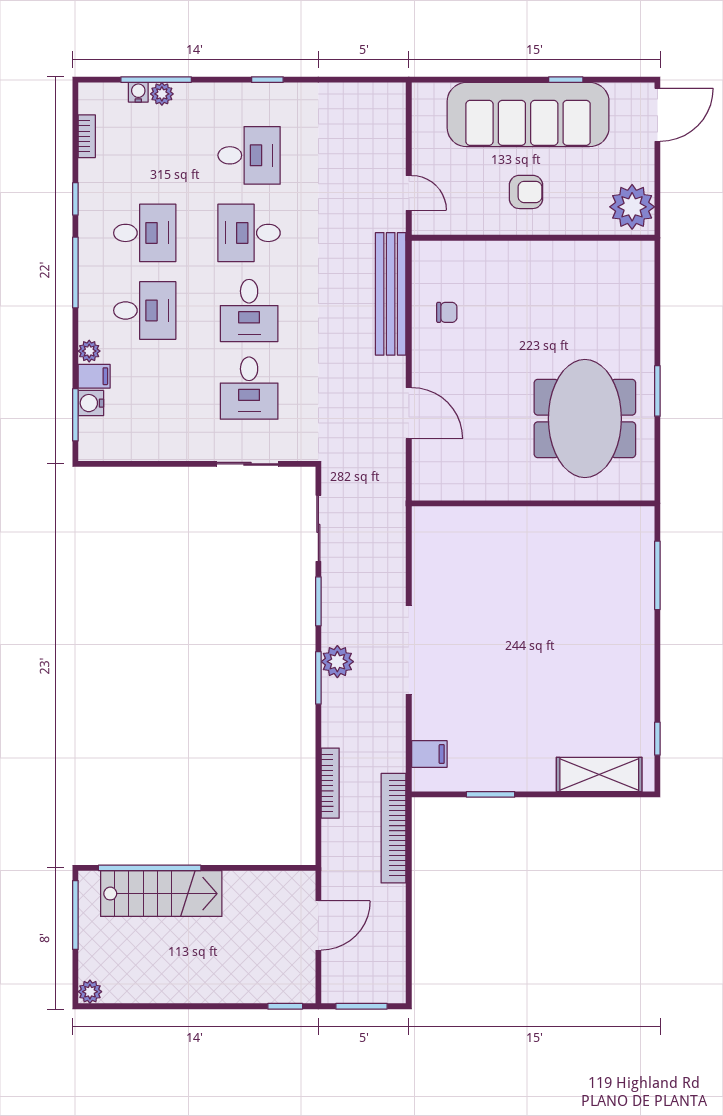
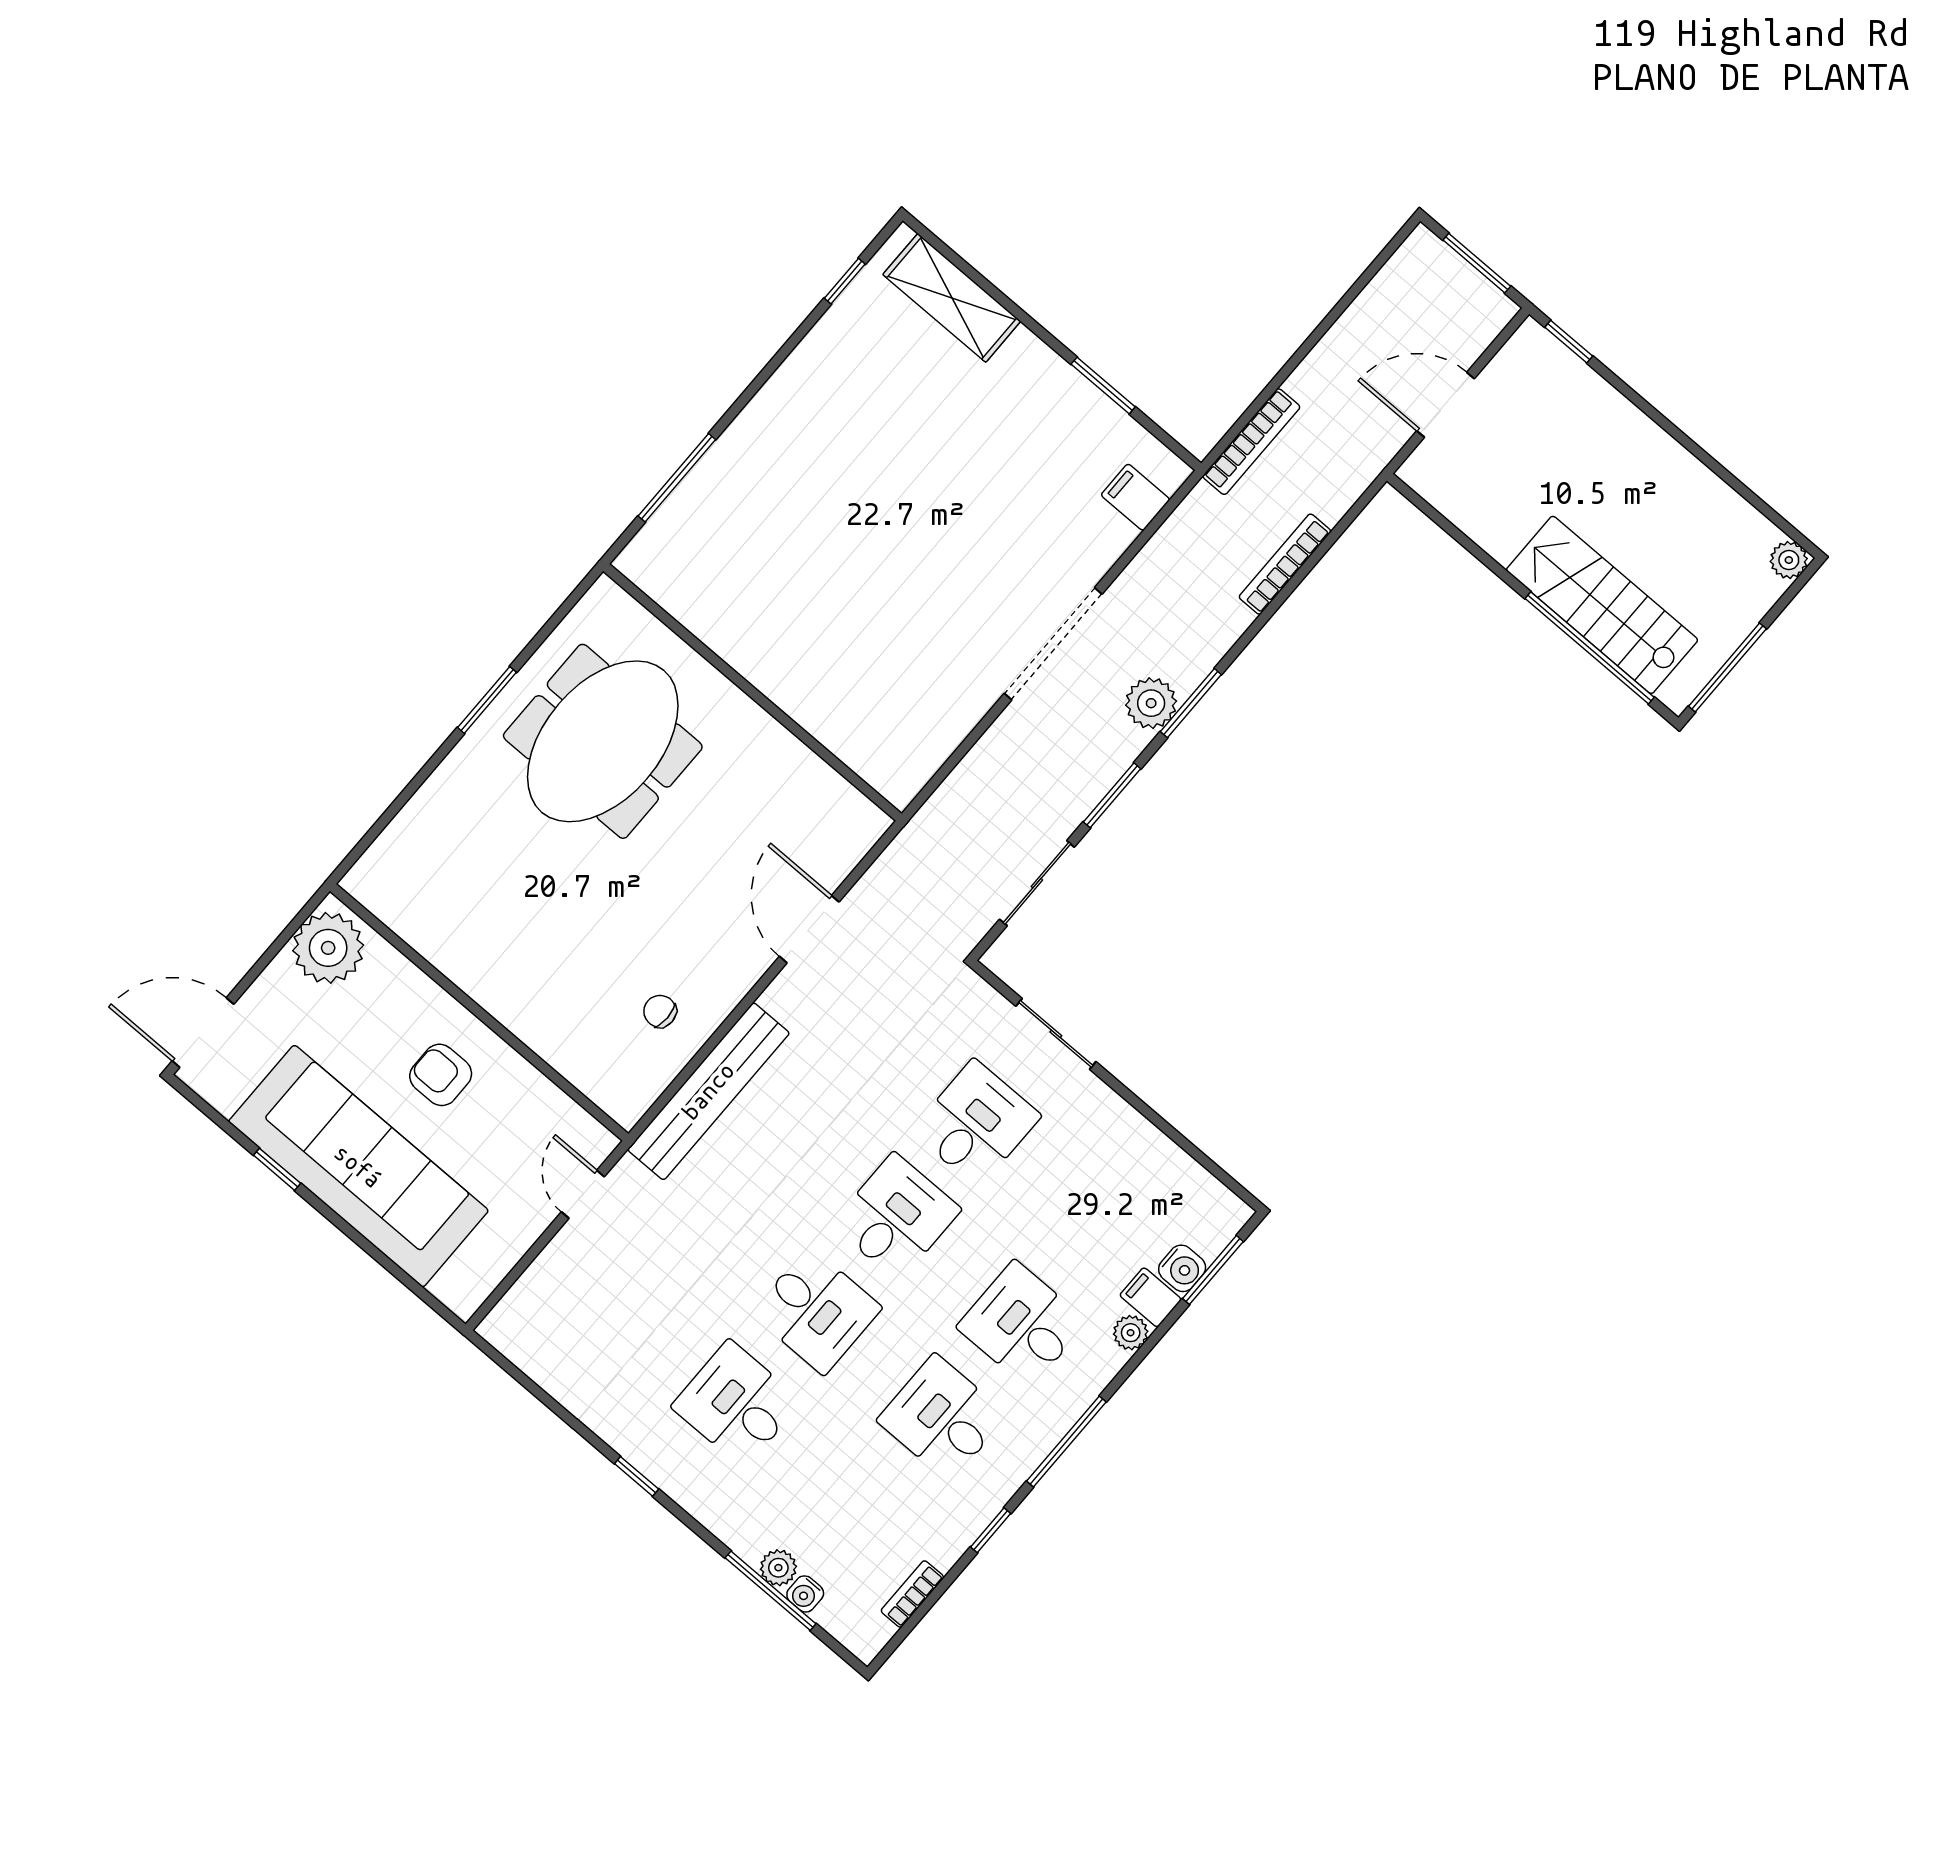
bookcase: (394, 828) -> (1251, 442), width x0.68, depth x0.76

